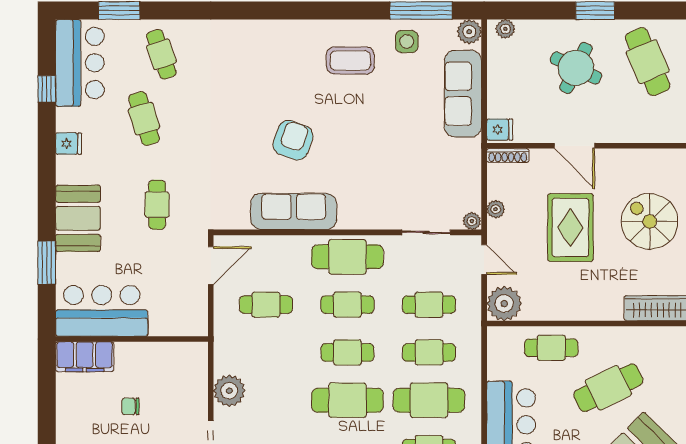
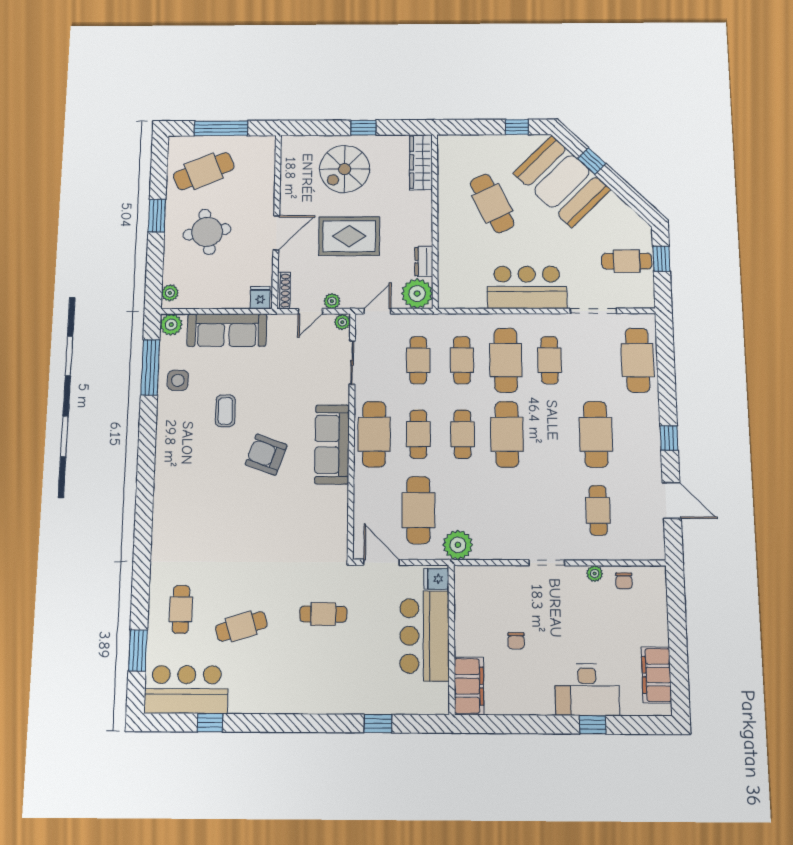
cafe table: (161, 54) -> (181, 609), turned -71
coffee table: (350, 60) -> (225, 411), moved, width x0.73, depth x0.77
round table: (576, 68) -> (207, 232), turned -35
armchair: (293, 140) -> (266, 455), moved
fridge: (69, 144) -> (436, 579), moved, turned -90
door: (484, 185) -> (310, 311), added
sofa: (294, 211) -> (332, 444), moved
booth: (78, 218) -> (335, 692), removed
window: (47, 263) -> (378, 724), width x0.67
cafe table: (266, 305) -> (418, 510), width x1.37, depth x1.35
bar counter: (102, 311) -> (424, 636), moved
dresser: (541, 311) -> (424, 261), added
cafe table: (551, 348) -> (457, 252), removed
plant: (229, 391) -> (458, 545), moved

